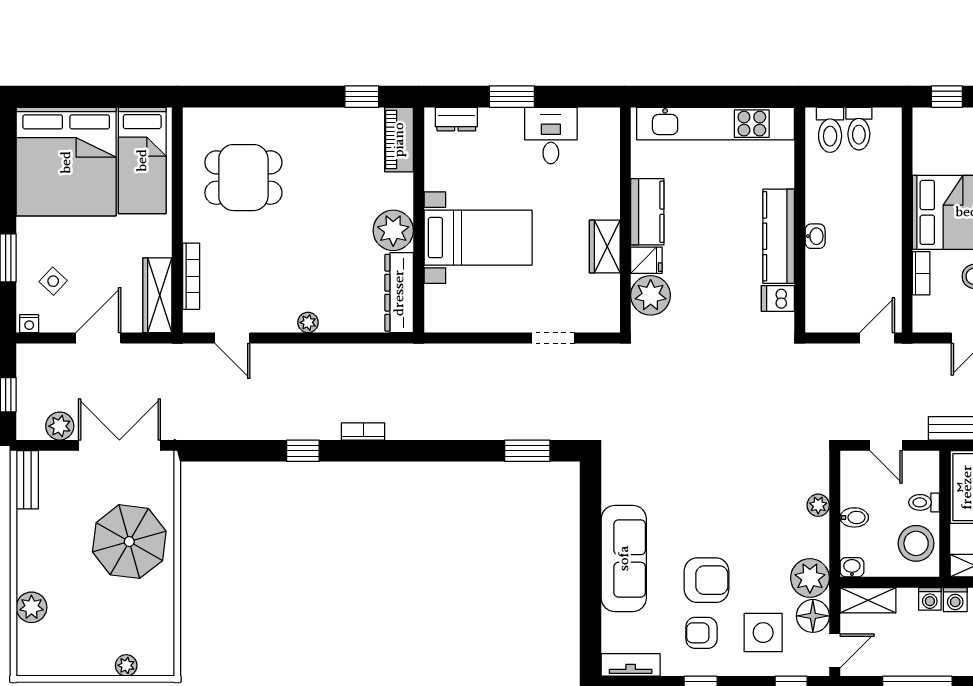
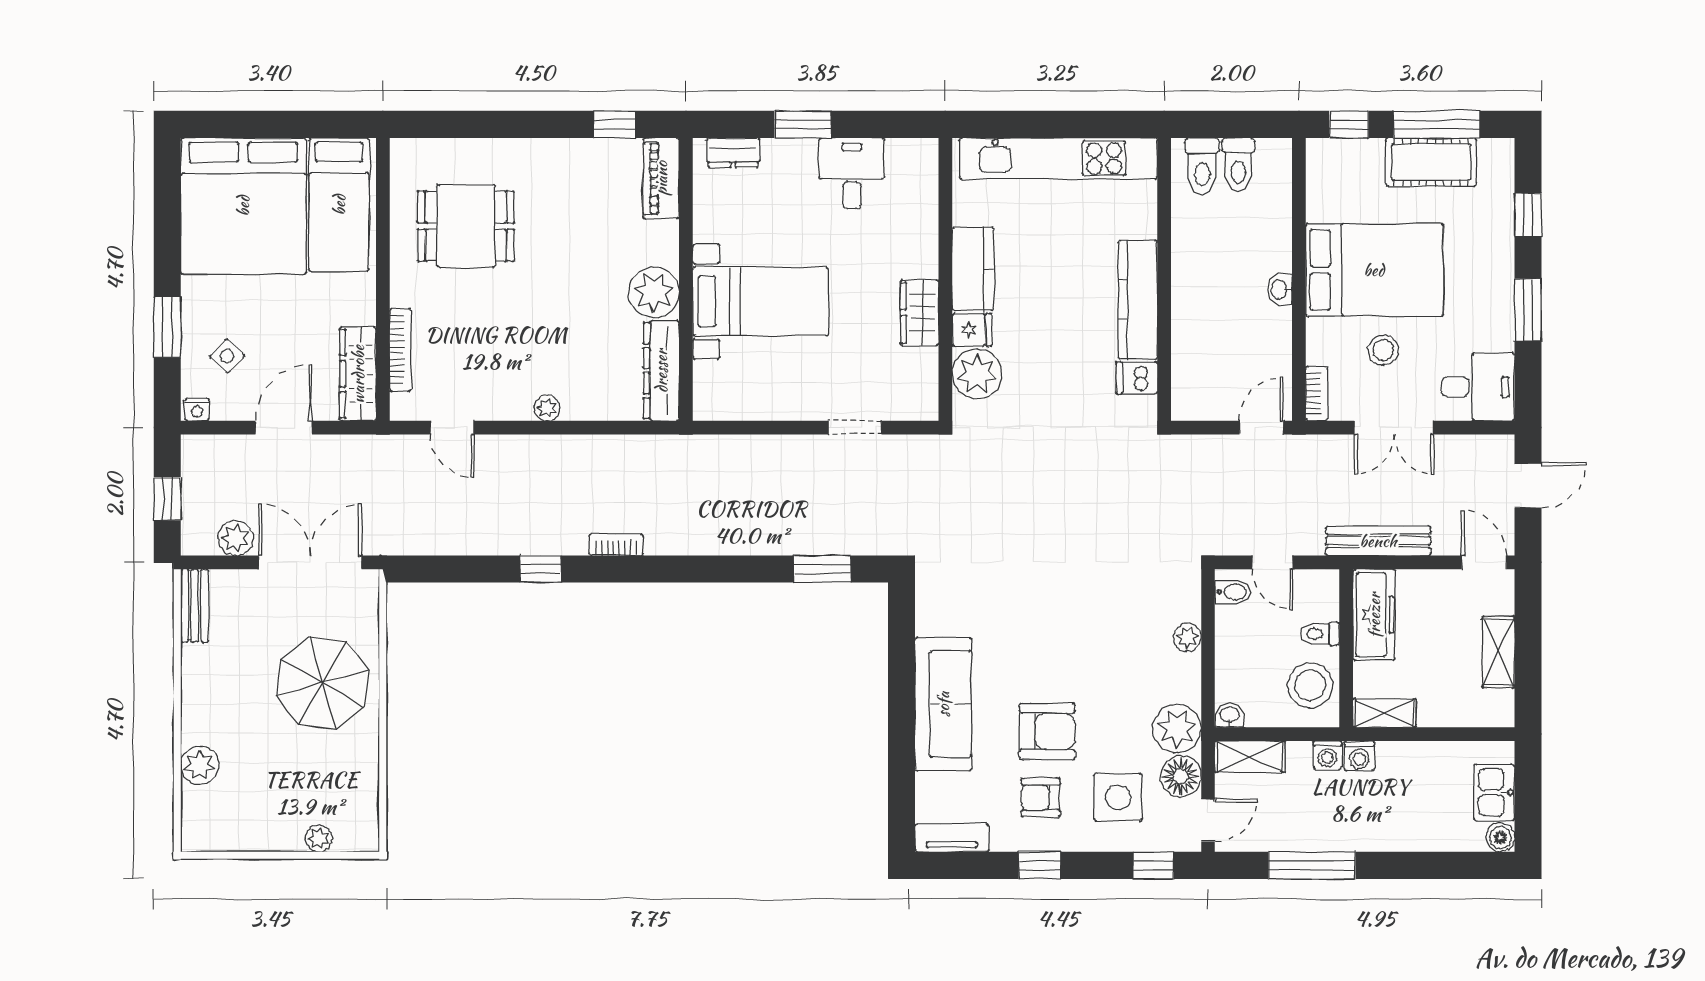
washbasin: (815, 236) -> (1280, 289), moved, turned 180
bookcase: (921, 273) -> (1317, 394), moved
bidet: (854, 517) -> (1233, 592), moved

